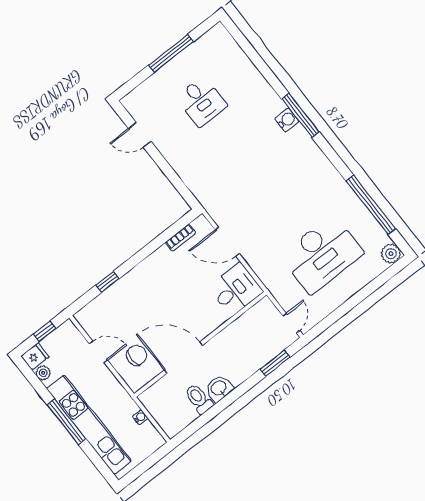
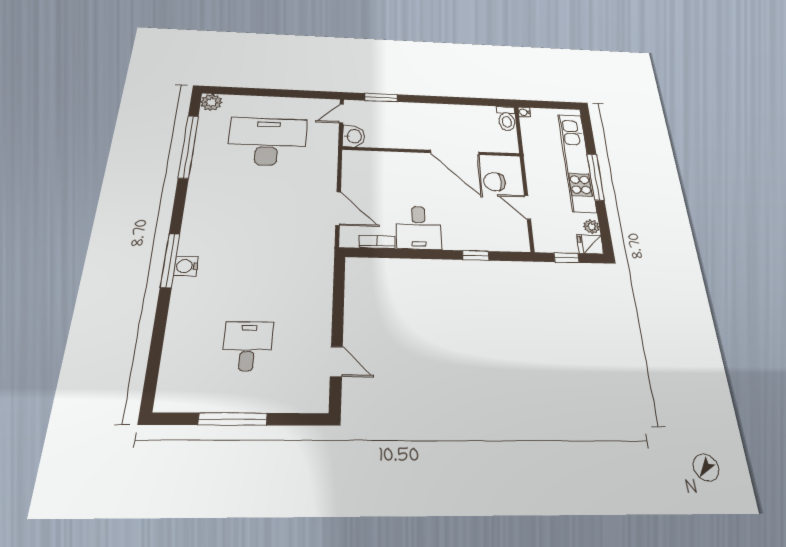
desk: (236, 289) -> (419, 228), moved, turned -90
washbasin: (219, 388) -> (354, 136), moved, turned -90
toilet: (199, 399) -> (506, 119), moved
water cooler: (140, 417) -> (524, 112), moved

